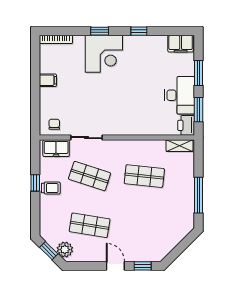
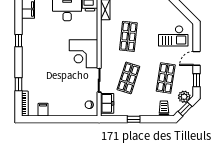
window: (100, 31) -> (18, 84), moved
corner desk: (104, 54) -> (84, 54), moved, turned 180
filing cabinet: (48, 80) -> (43, 110), moved
trolley: (51, 188) -> (164, 108), moved
checkout: (145, 235) -> (173, 36), added
window: (143, 266) -> (197, 80), moved

